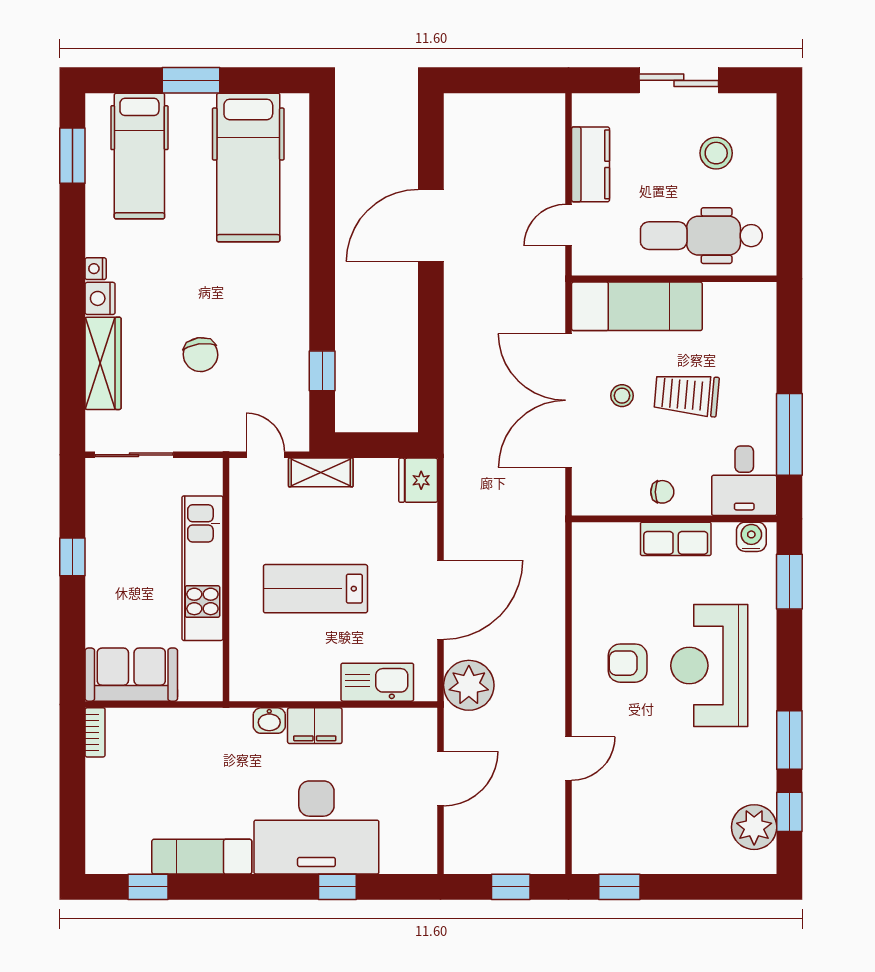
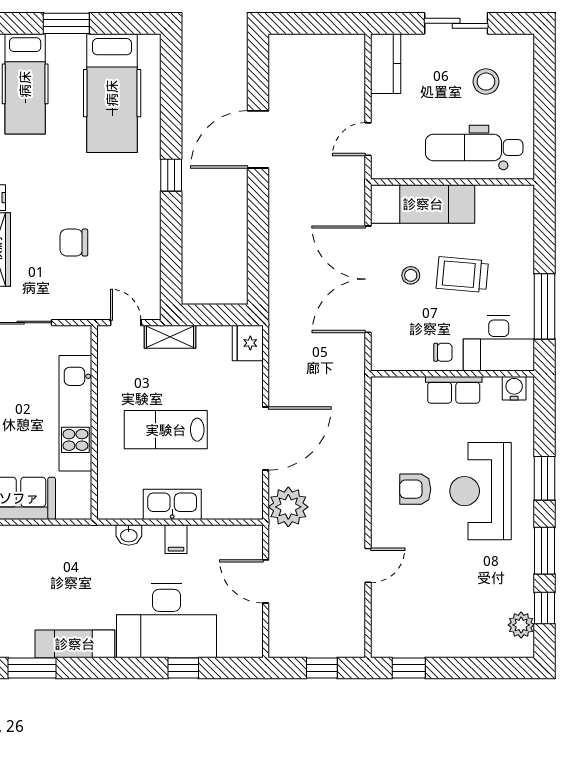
kitchen counter: (591, 164) -> (386, 64), moved
chair: (201, 355) -> (74, 243), turned 98
window: (322, 371) -> (171, 175), moved
desk: (744, 481) -> (499, 343), width x1.37
window: (789, 582) -> (545, 478), moved
kitchen sink: (377, 682) -> (172, 504), moved
filing cabinet: (315, 726) -> (176, 539), width x0.50
door: (440, 779) -> (266, 581), swing flipped
plant: (754, 827) -> (521, 625), width x0.73, depth x0.73
window: (148, 887) -> (32, 668), width x1.50

